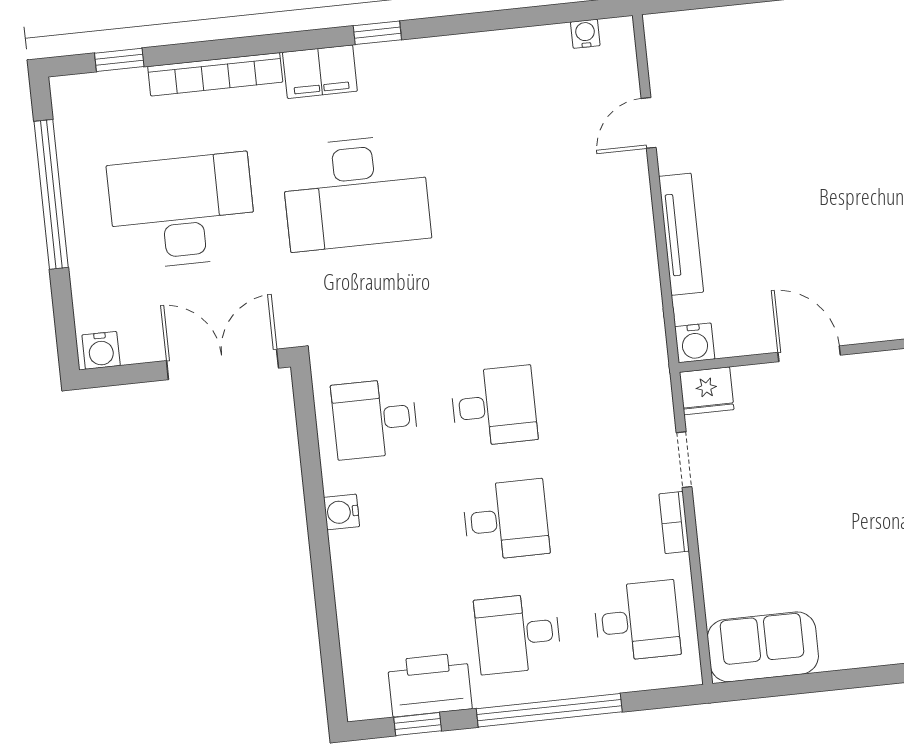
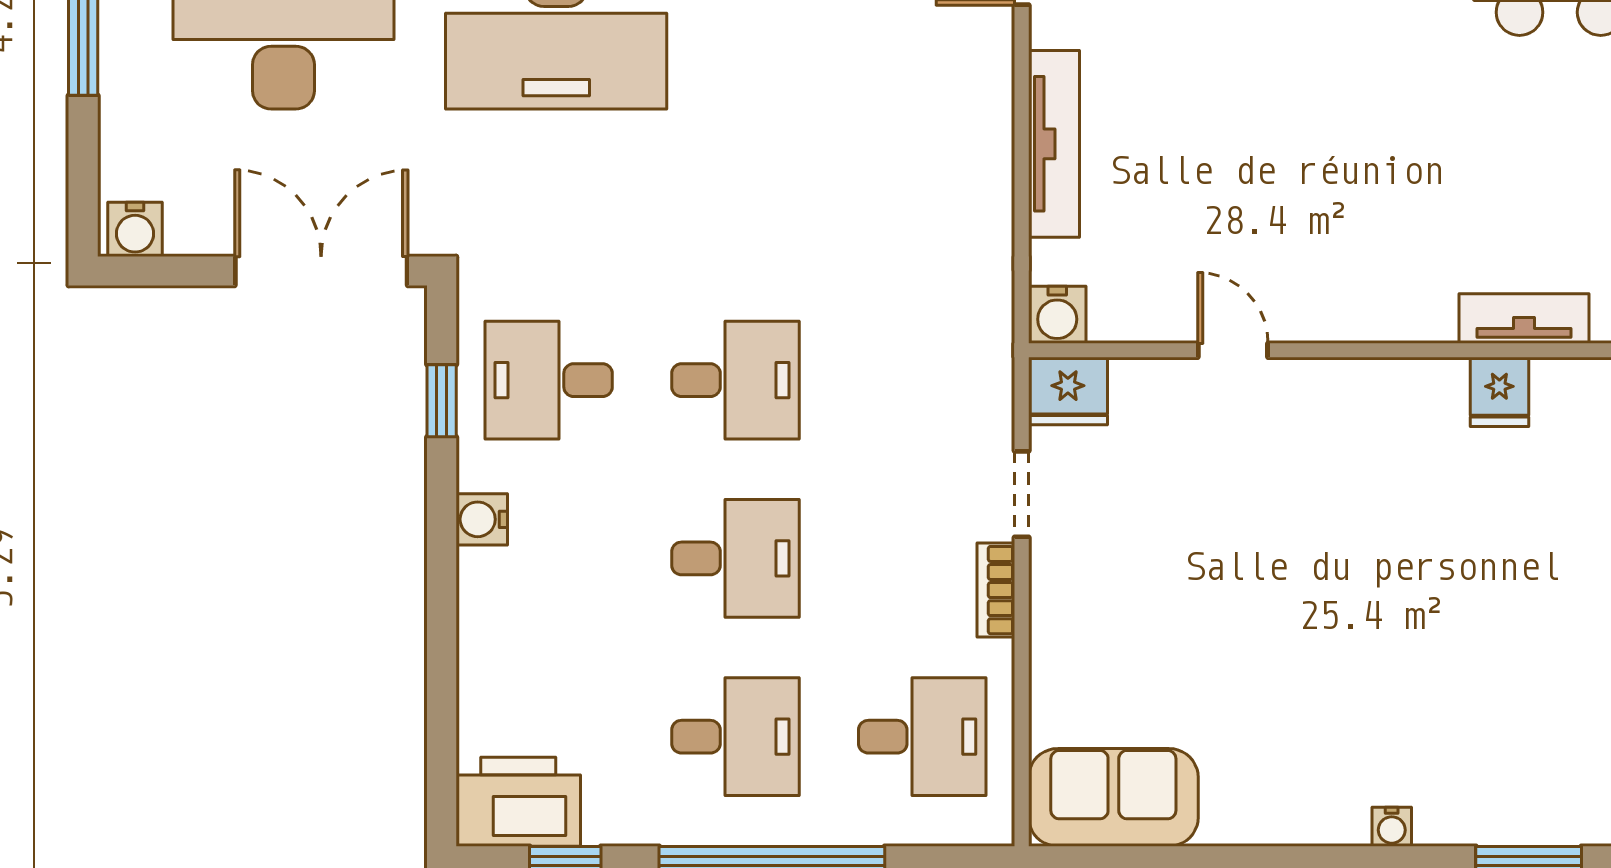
door: (809, 354) -> (1233, 350), width x0.73
window: (308, 439) -> (442, 401), added
desk: (518, 634) -> (735, 737), turned 180
printer: (430, 685) -> (518, 802), moved

